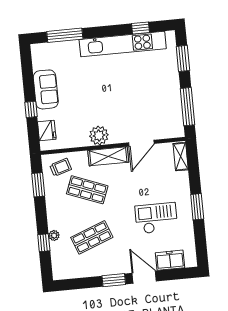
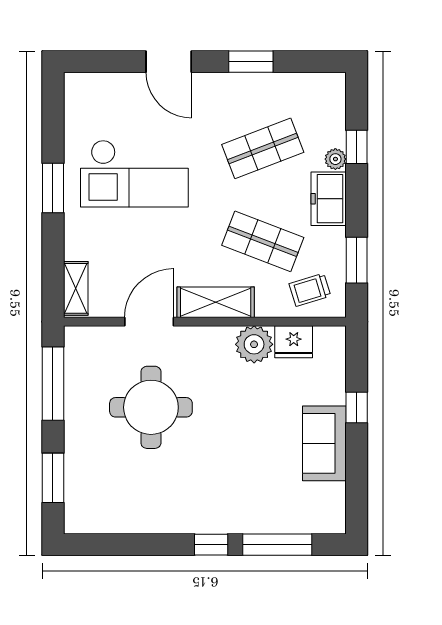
window: (141, 28) -> (211, 545), moved
kitchen unit: (123, 44) -> (167, 517), removed
round table: (136, 99) -> (151, 407), added
fridge: (47, 131) -> (294, 342), moved, turned -90
plant: (99, 135) -> (254, 344), moved
checkout: (156, 218) -> (134, 174), width x1.36, depth x1.21
freezer: (170, 260) -> (329, 199), moved, turned 90
window: (114, 280) -> (251, 62), moved

